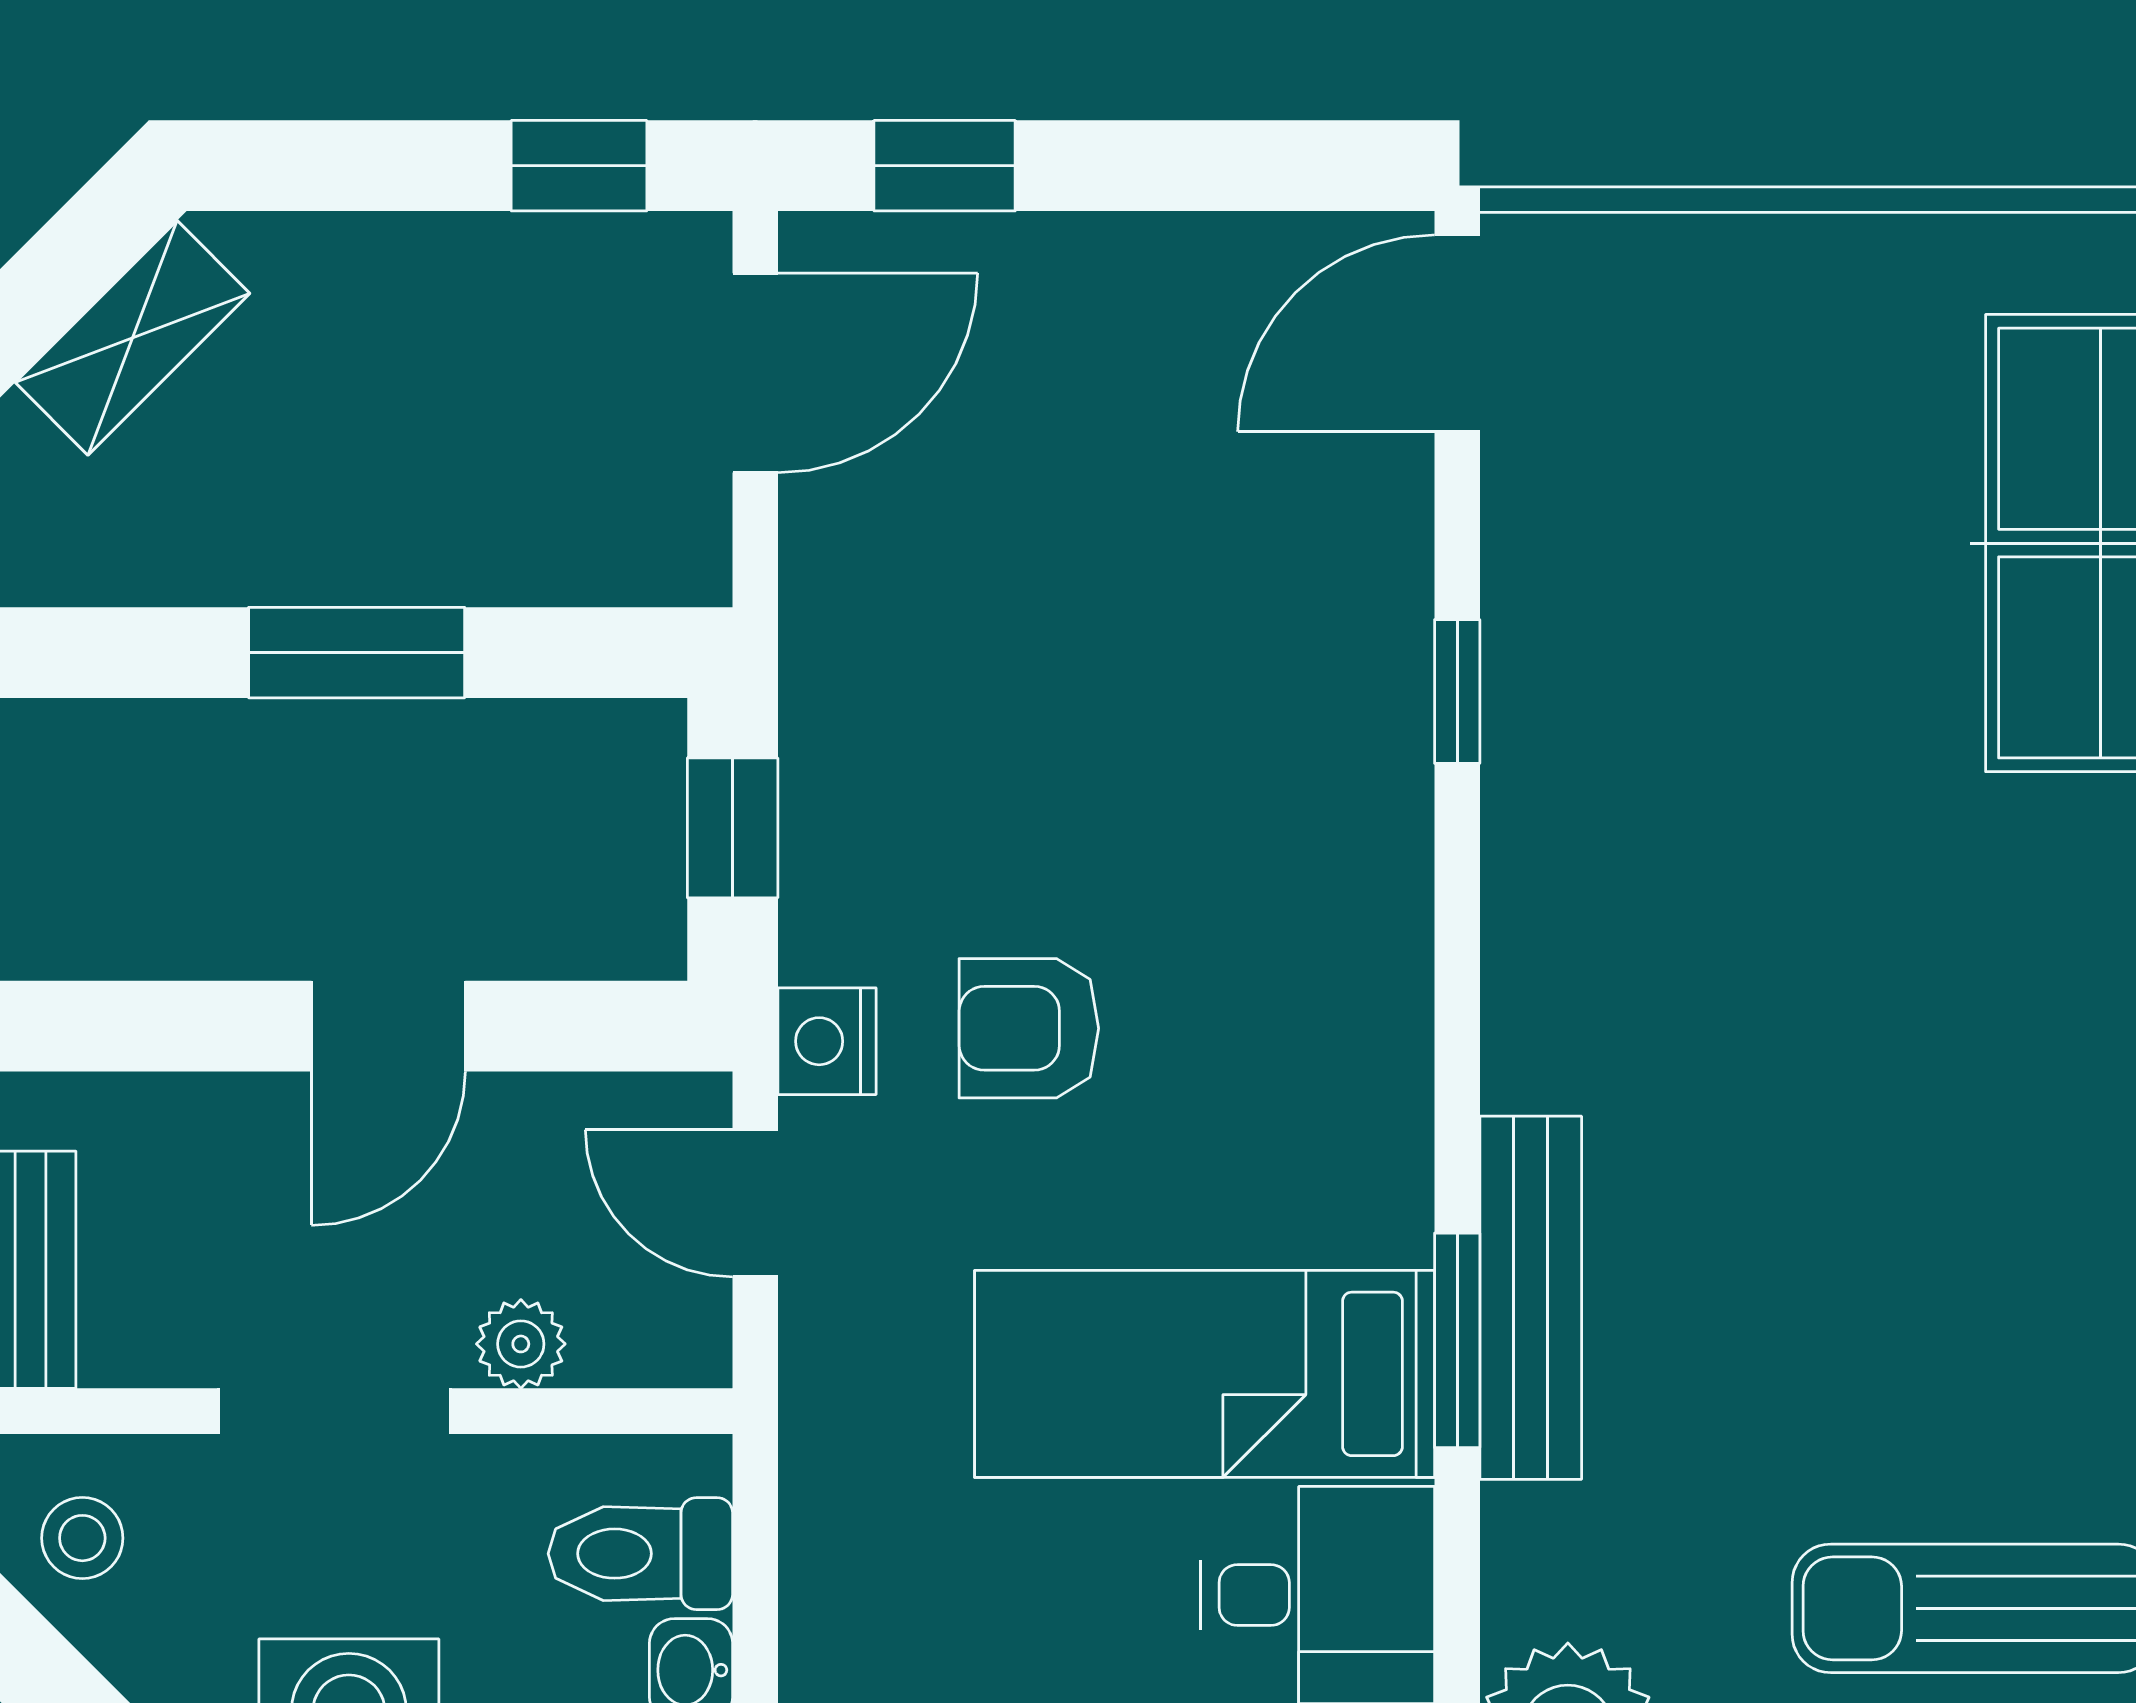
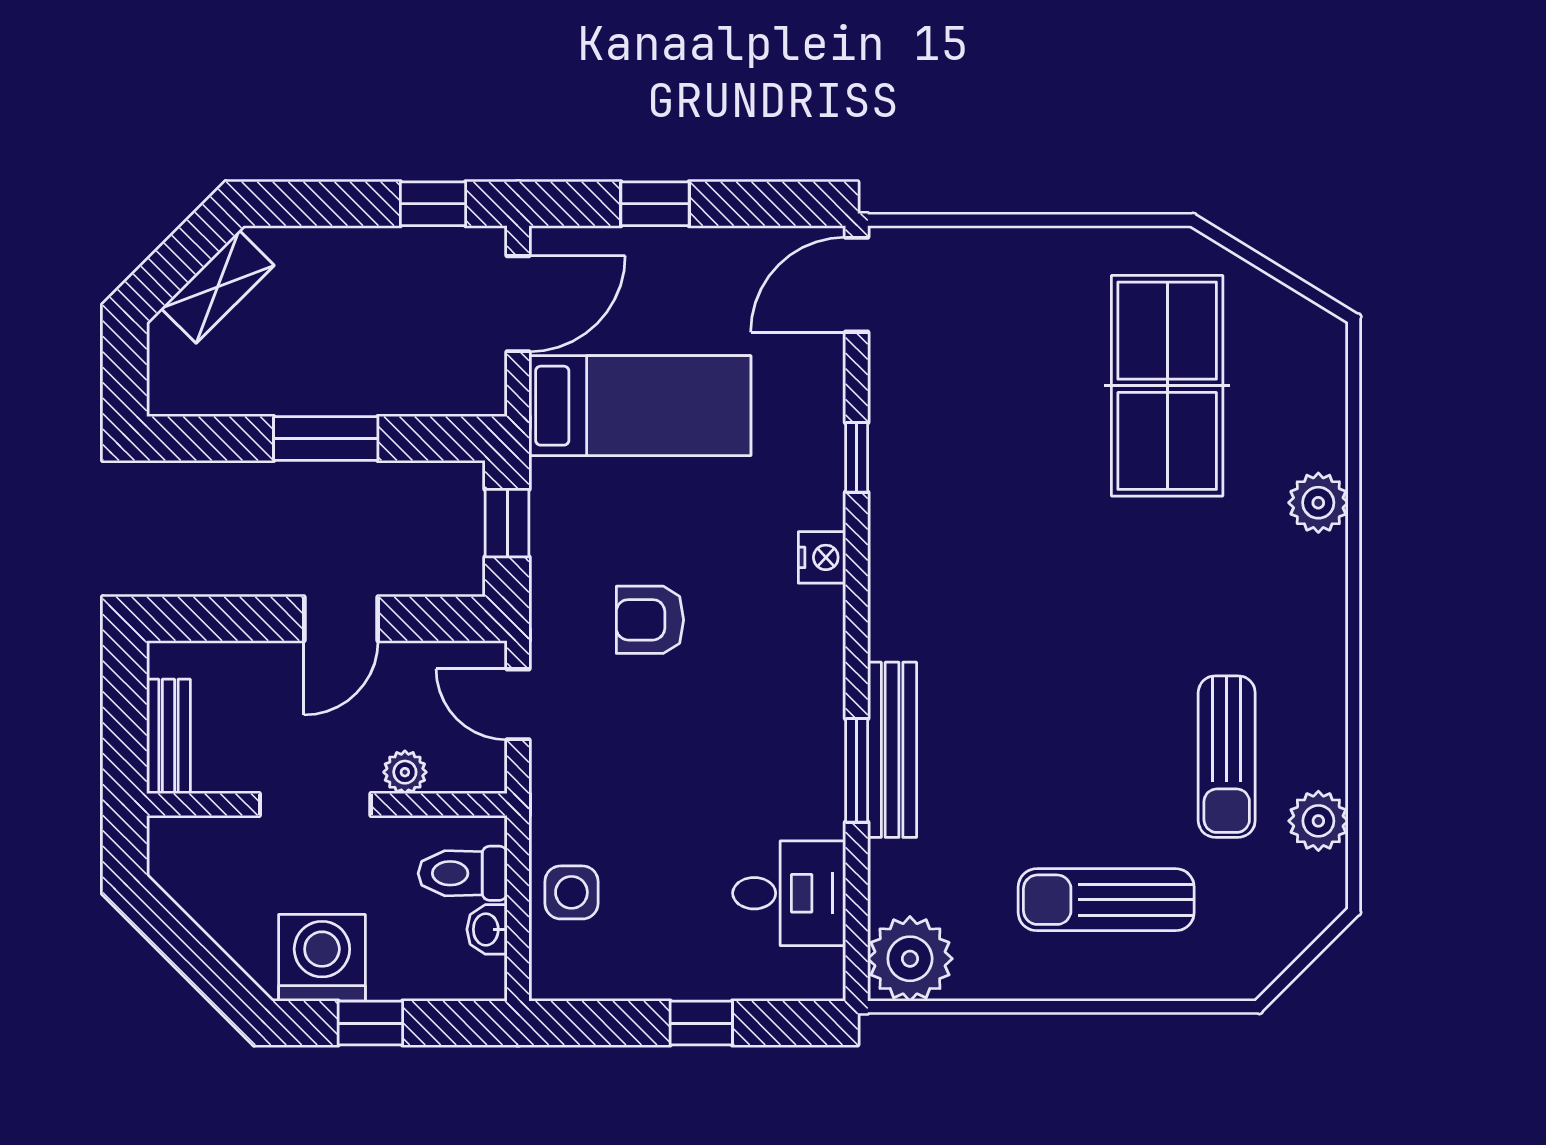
window: (945, 166) -> (655, 204), moved
nightstand: (827, 1041) -> (822, 557), moved, turned 180
bed: (1205, 1374) -> (640, 406), moved, turned 180
stool: (82, 1538) -> (193, 866), removed
side table: (866, 1593) -> (571, 892), added

